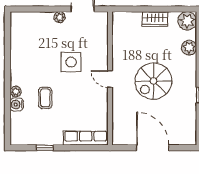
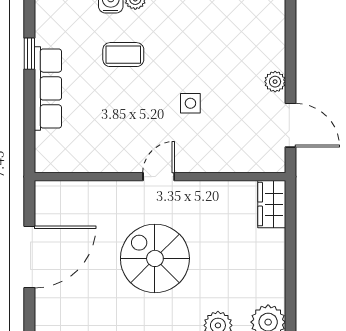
wardrobe: (155, 19) -> (272, 204), moved
side table: (71, 62) -> (190, 103), width x0.54, depth x0.54
row of seats: (86, 138) -> (48, 88), moved

